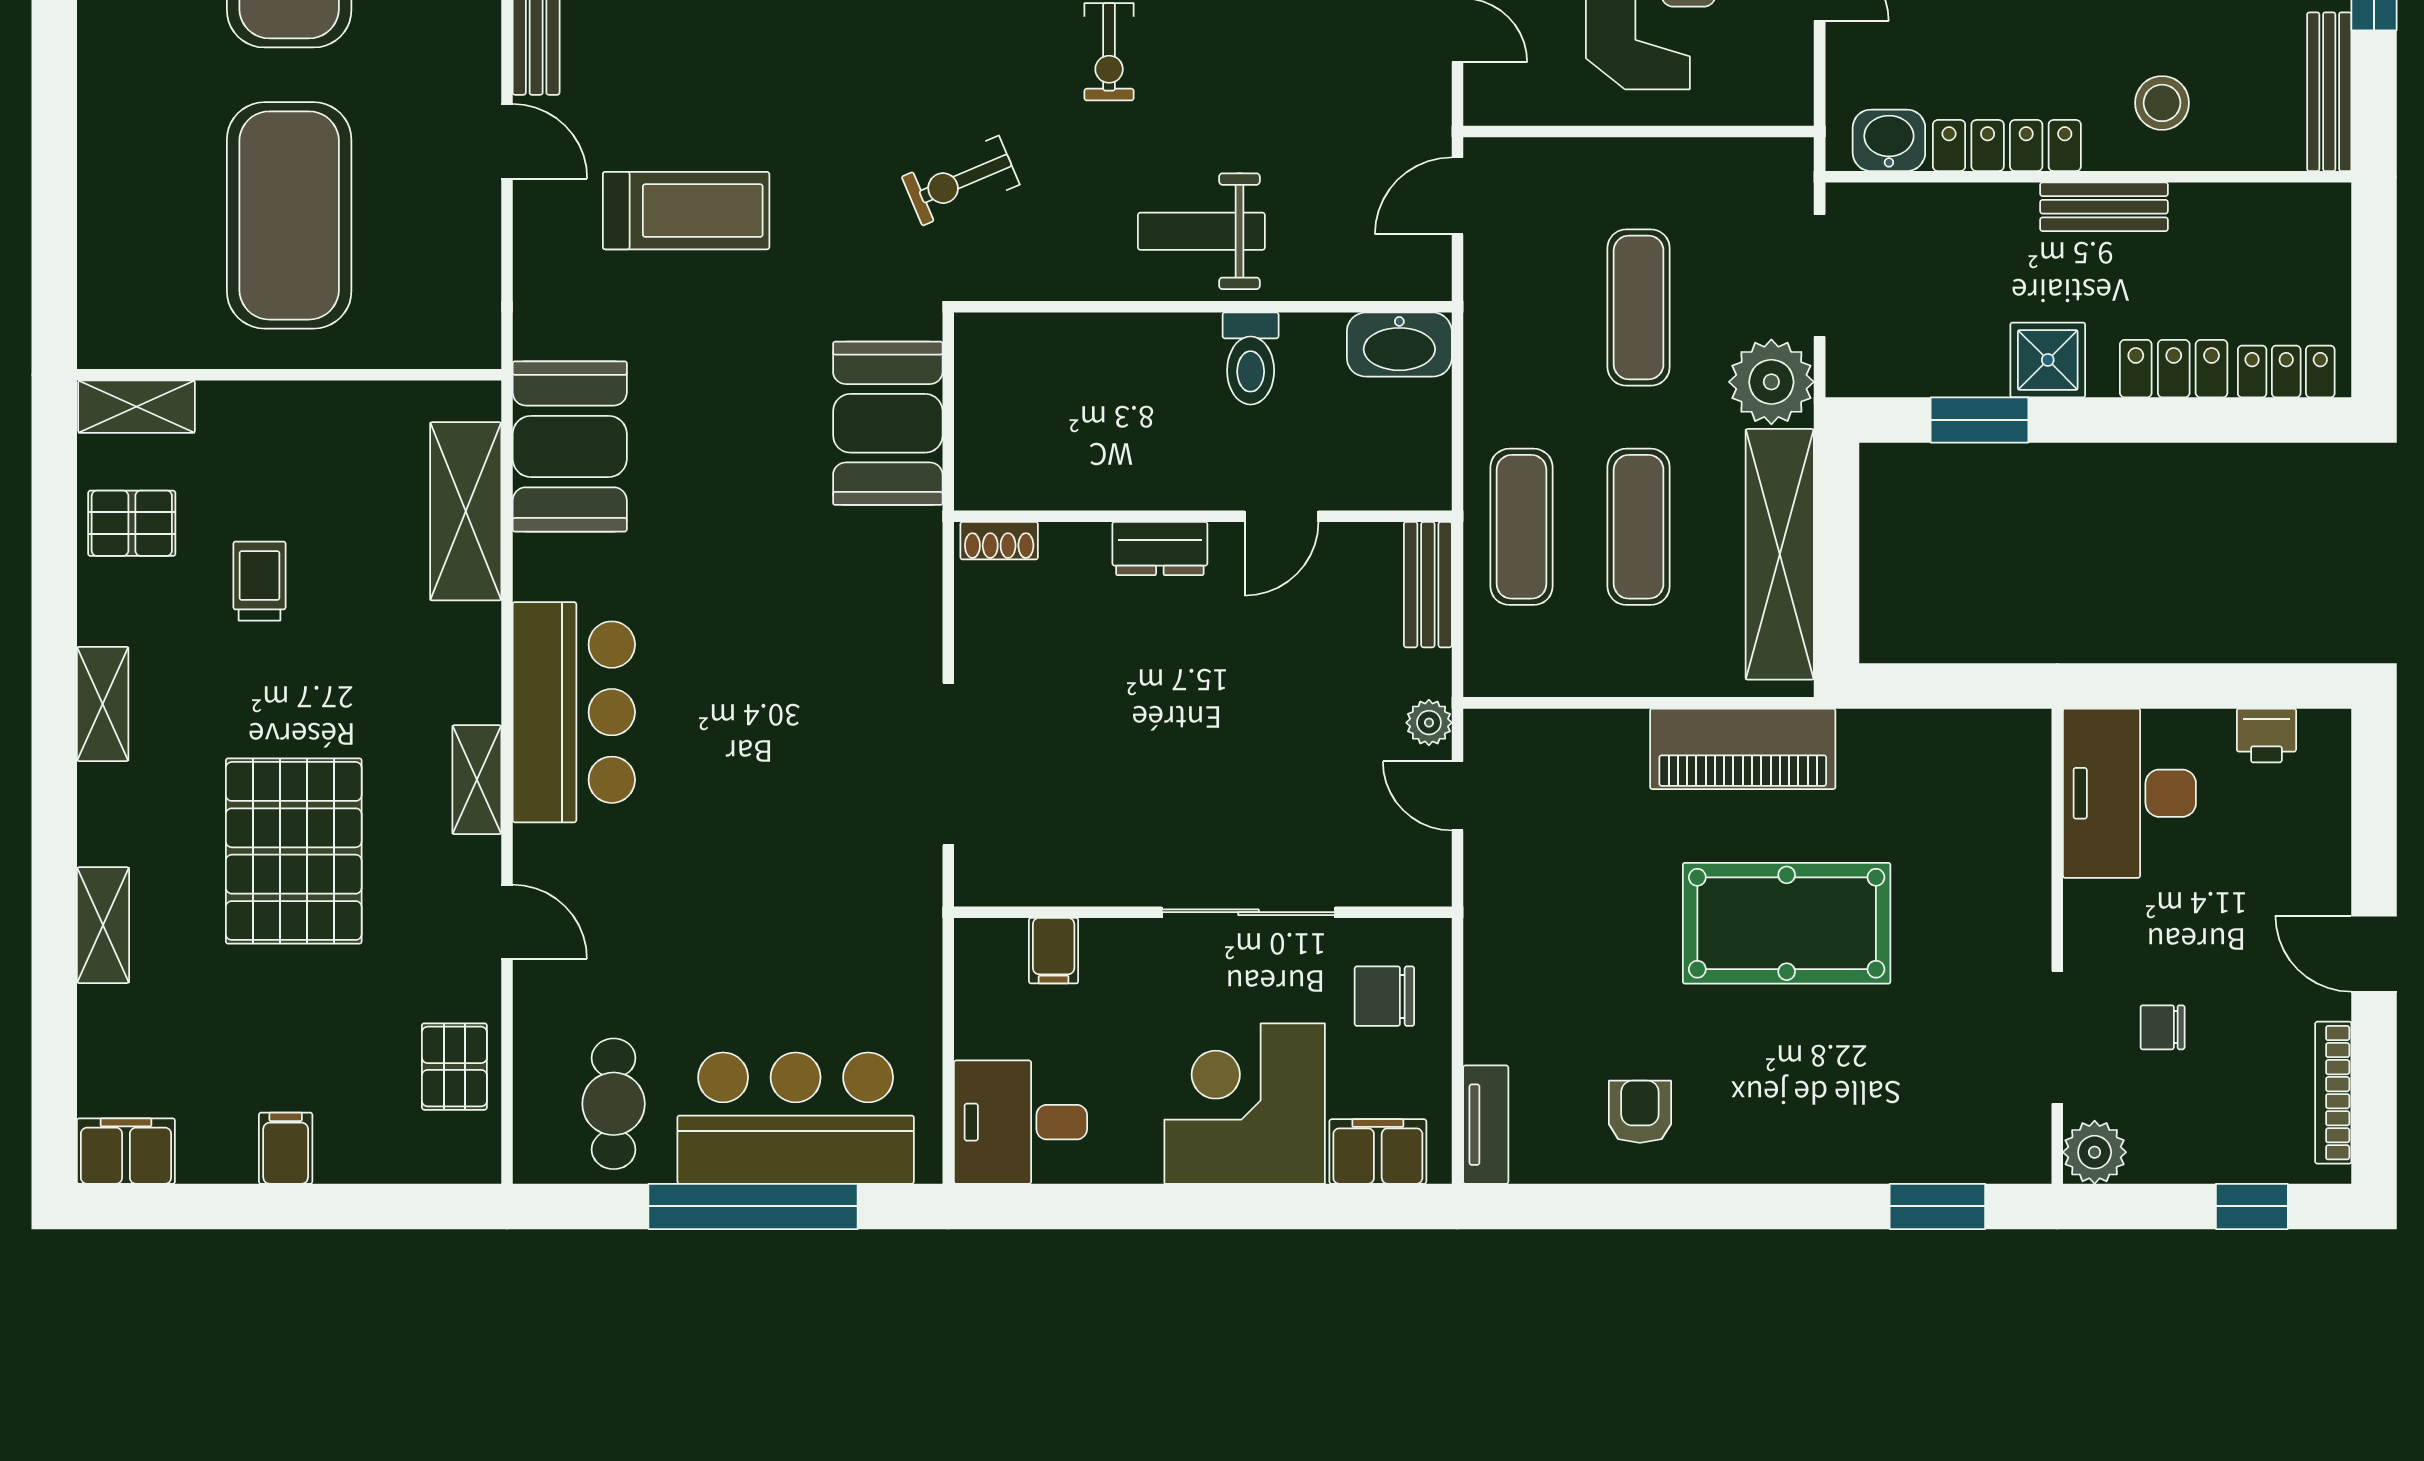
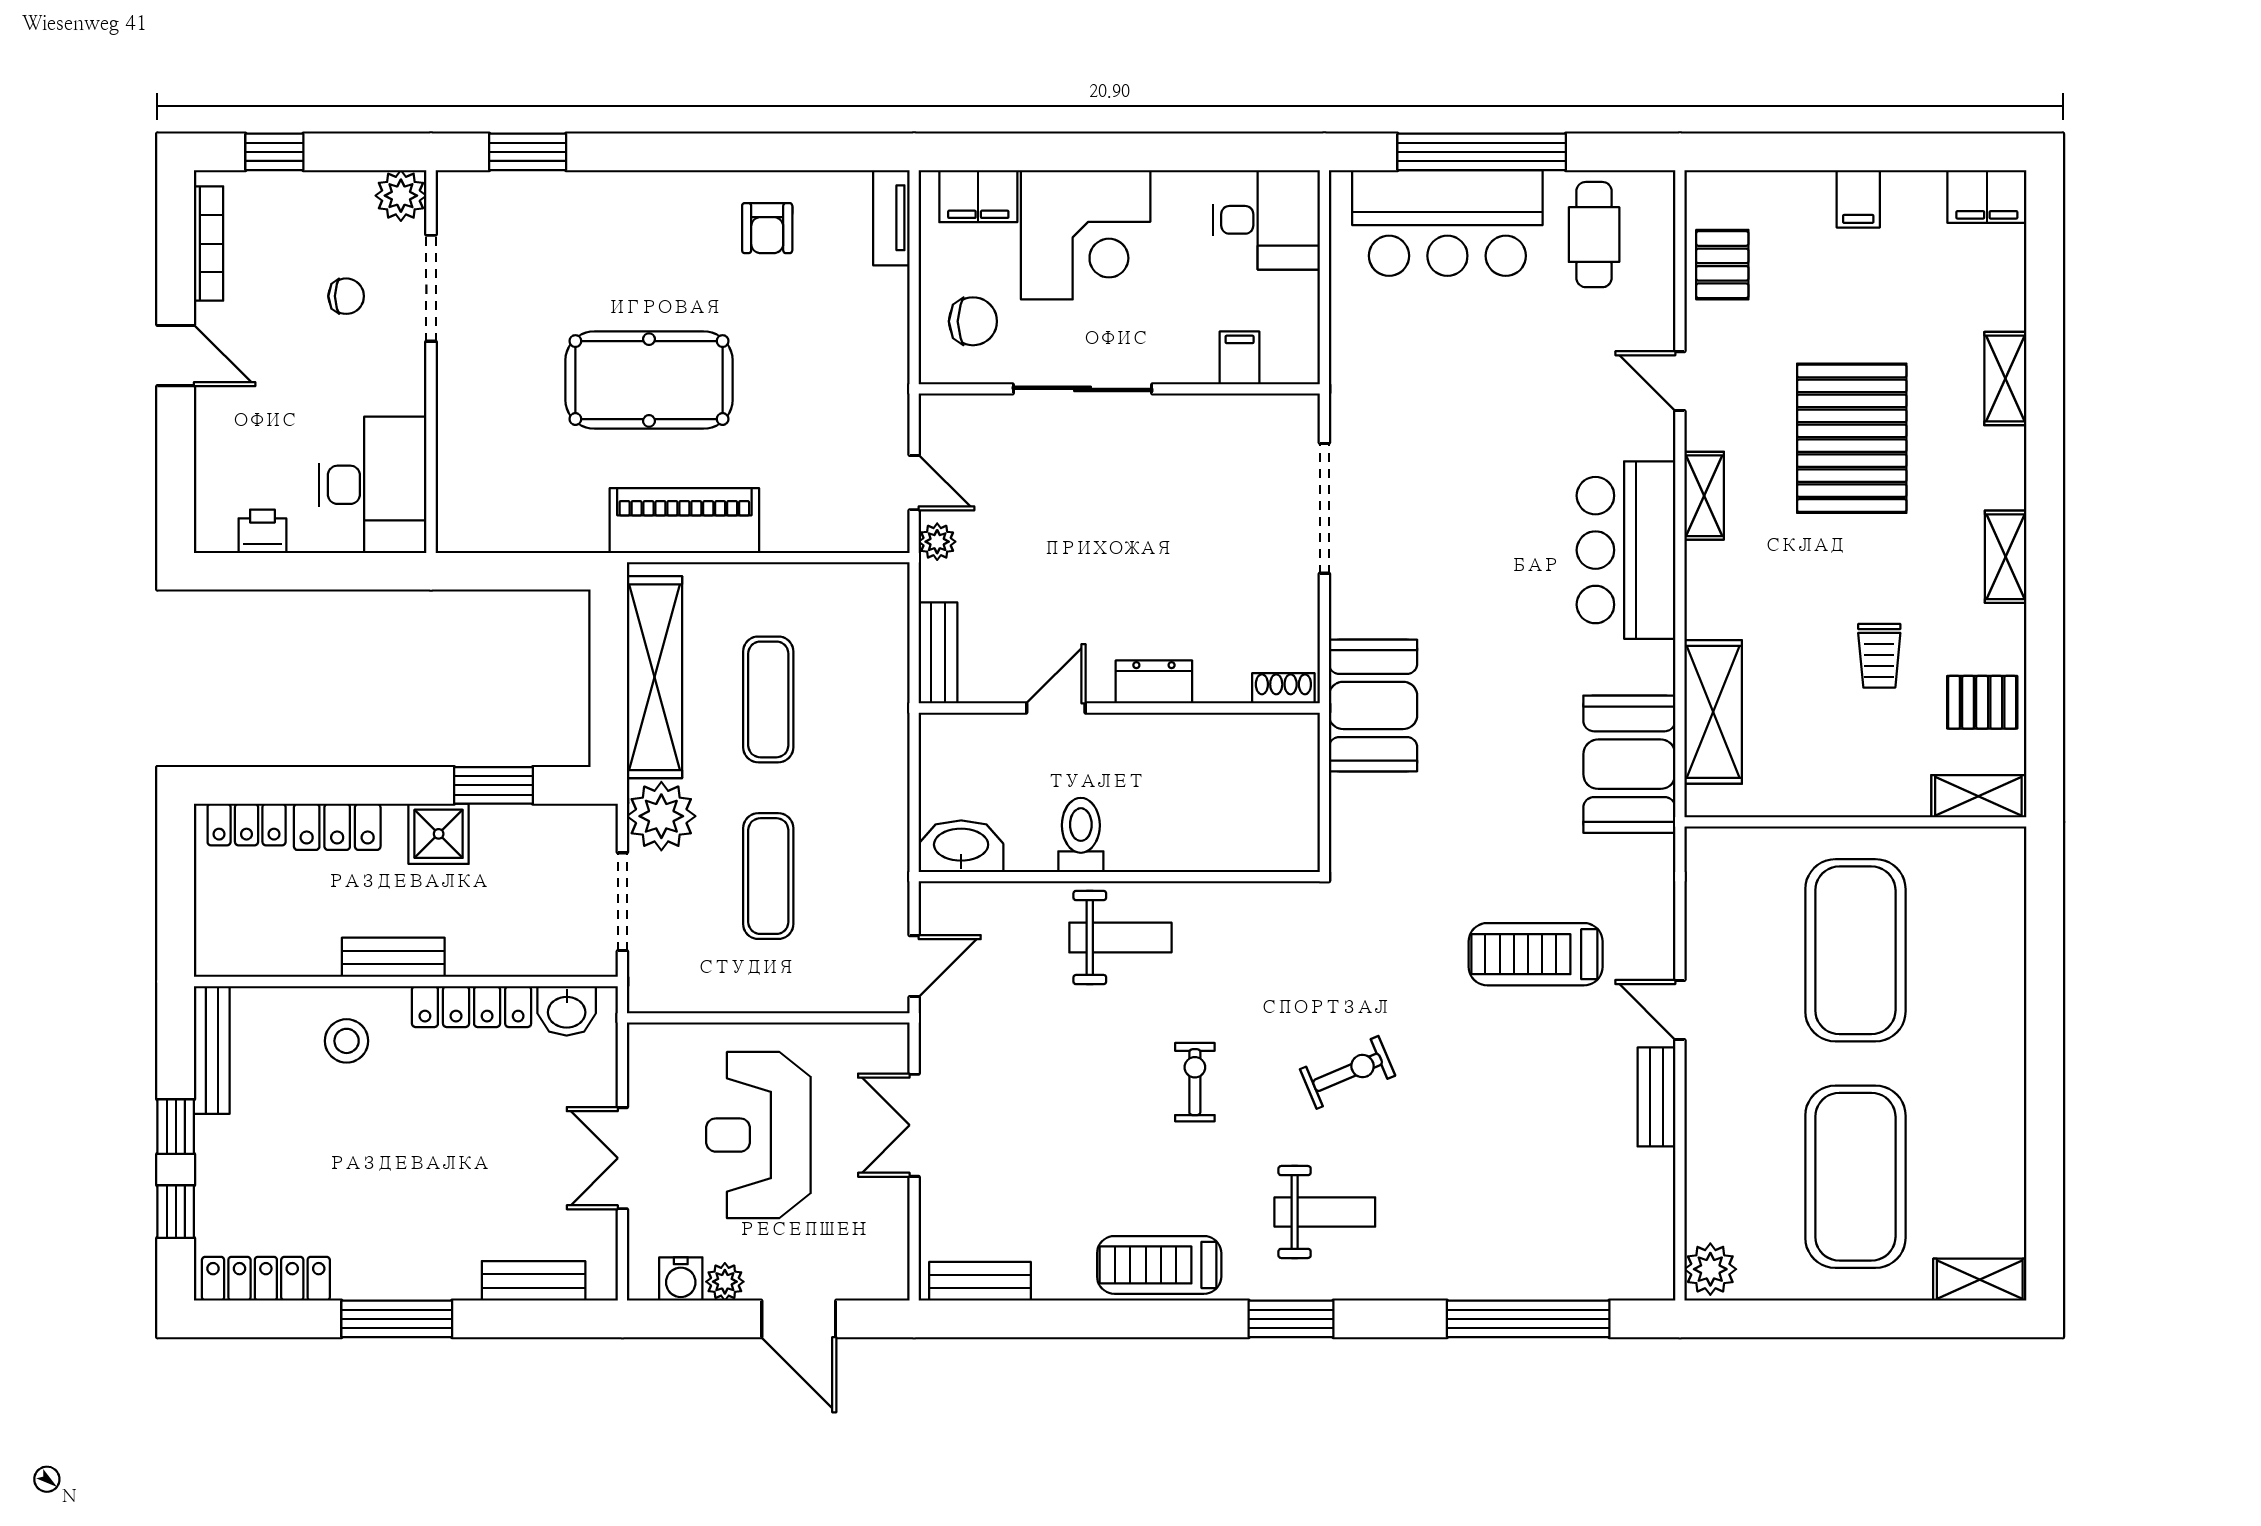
exercise bike: (961, 181) -> (1348, 1072), moved
booth: (888, 423) -> (1373, 705), moved
exercise mat: (1521, 527) -> (863, 699), removed

